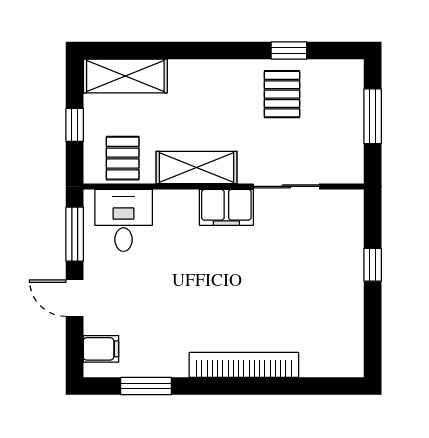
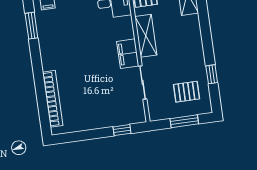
pallet: (282, 94) -> (187, 92), moved
window: (373, 265) -> (122, 130), moved
bookcase: (244, 365) -> (53, 99), moved

